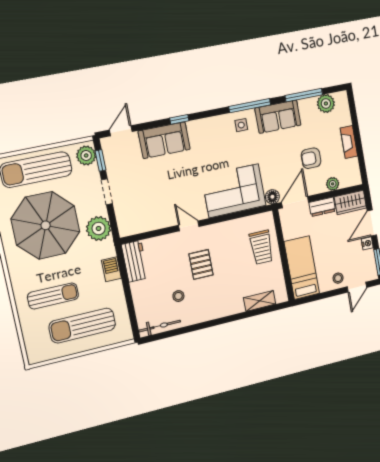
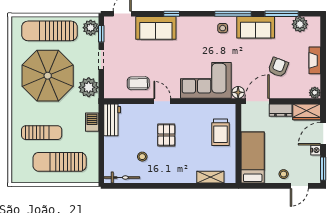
armchair: (311, 158) -> (278, 67), turned 111
plant: (333, 184) -> (315, 93), moved
coffee table: (157, 211) -> (138, 83), added

